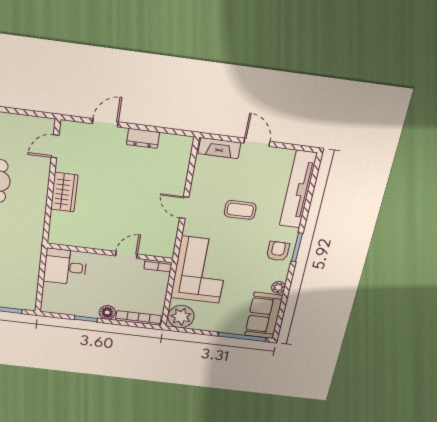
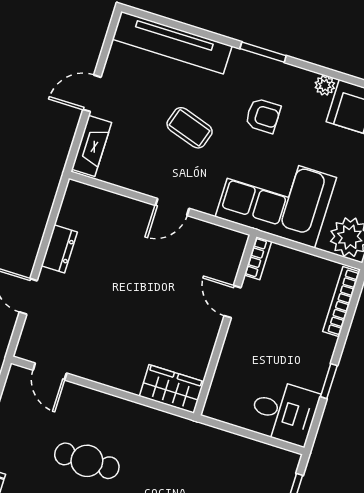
wardrobe: (64, 192) -> (172, 389), moved
coffee table: (240, 210) -> (190, 128), turned -72
armchair: (278, 251) -> (263, 116), moved, turned 180
desk: (65, 267) -> (284, 412), moved, turned -90
floor lamp: (107, 312) -> (323, 347), removed

